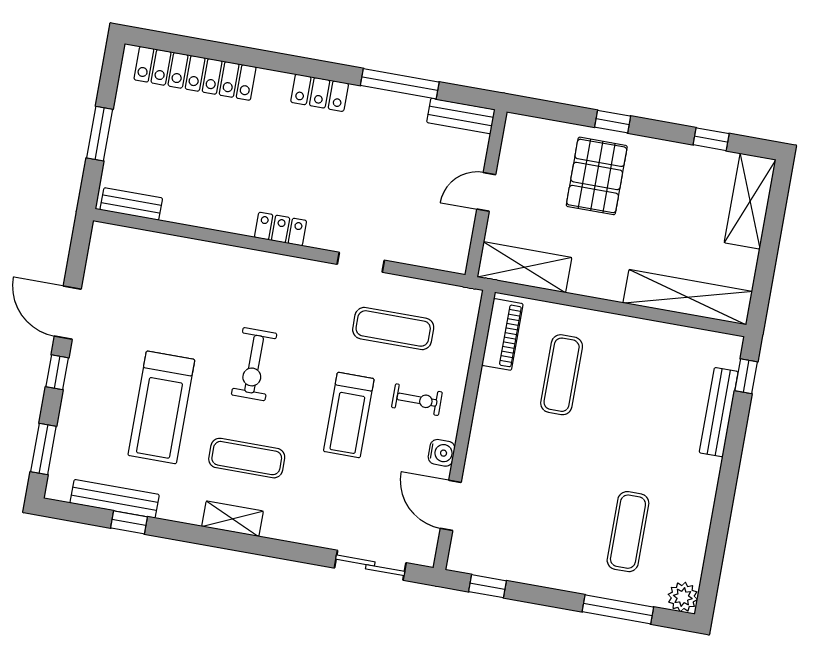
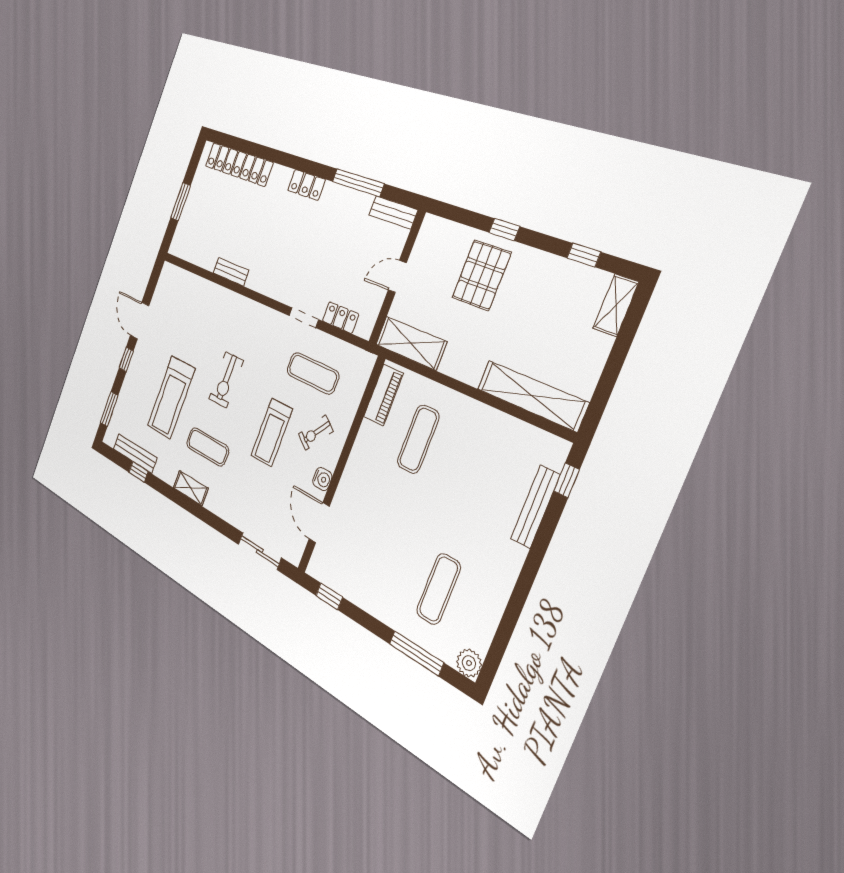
shelving: (750, 201) -> (616, 305), width x0.67, depth x0.75
bench: (131, 204) -> (231, 272), moved
locker: (281, 229) -> (341, 318), moved
exercise bike: (417, 400) -> (316, 433), turned 127

